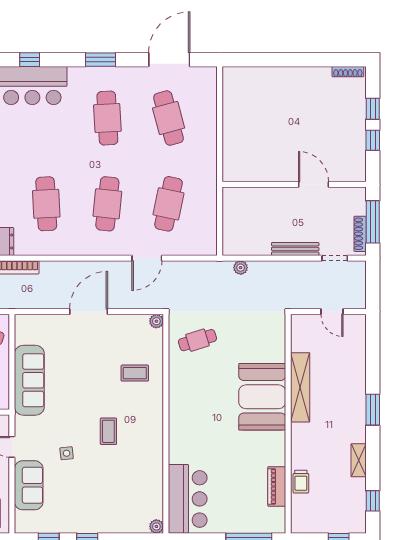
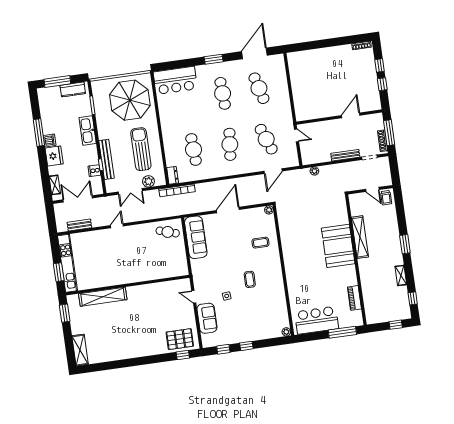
window: (30, 60) -> (171, 65), removed
door: (314, 184) -> (351, 115), hinge flipped
cafe table: (169, 204) -> (266, 139), turned -33
door: (220, 205) -> (297, 135), added
door: (147, 258) -> (273, 171), moved
cafe table: (197, 340) -> (295, 218), removed
sofa: (29, 380) -> (196, 237), moved
trolley: (301, 482) -> (386, 198), moved
bar counter: (188, 499) -> (317, 320), moved, turned -90

